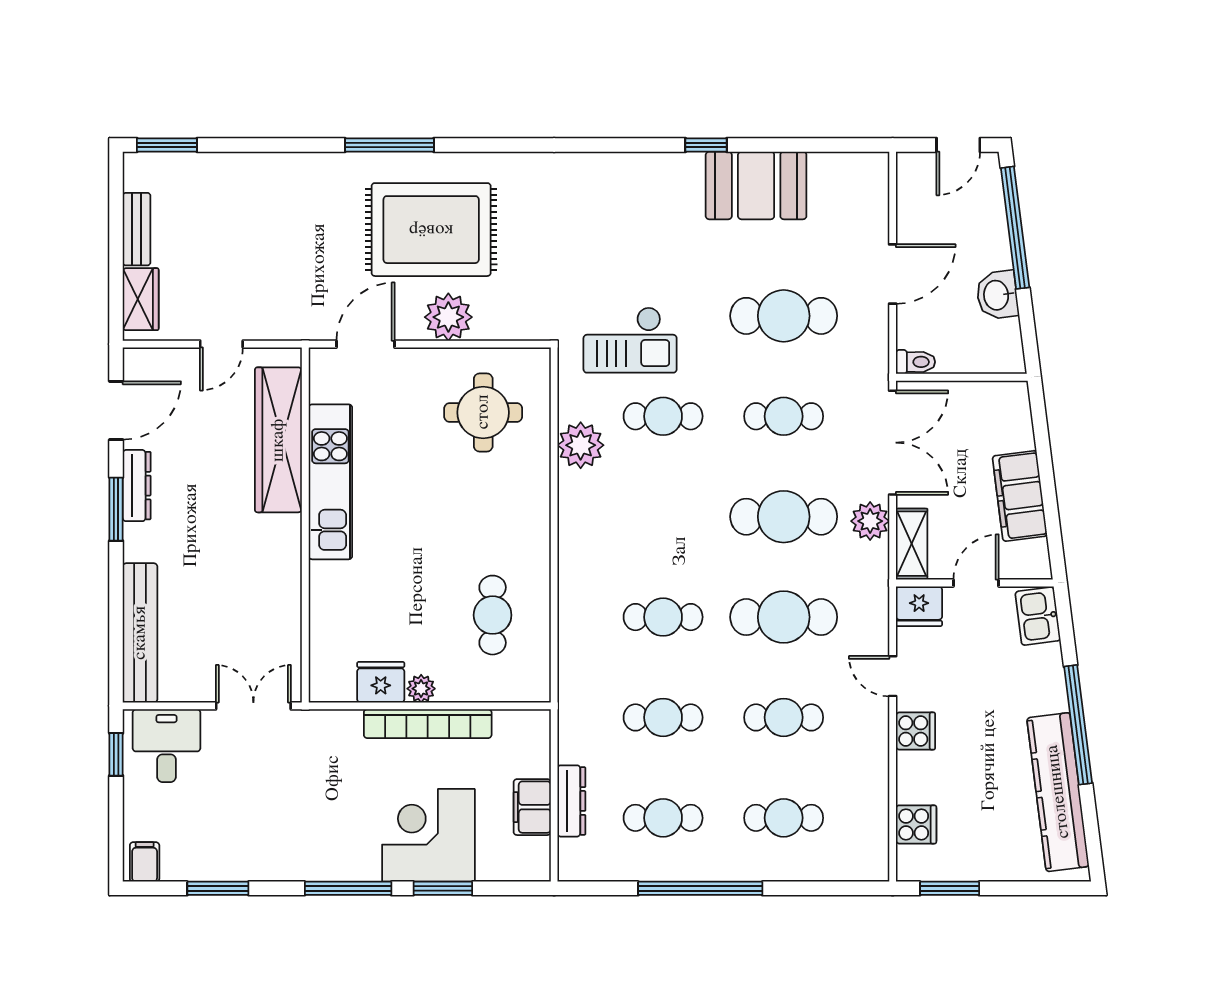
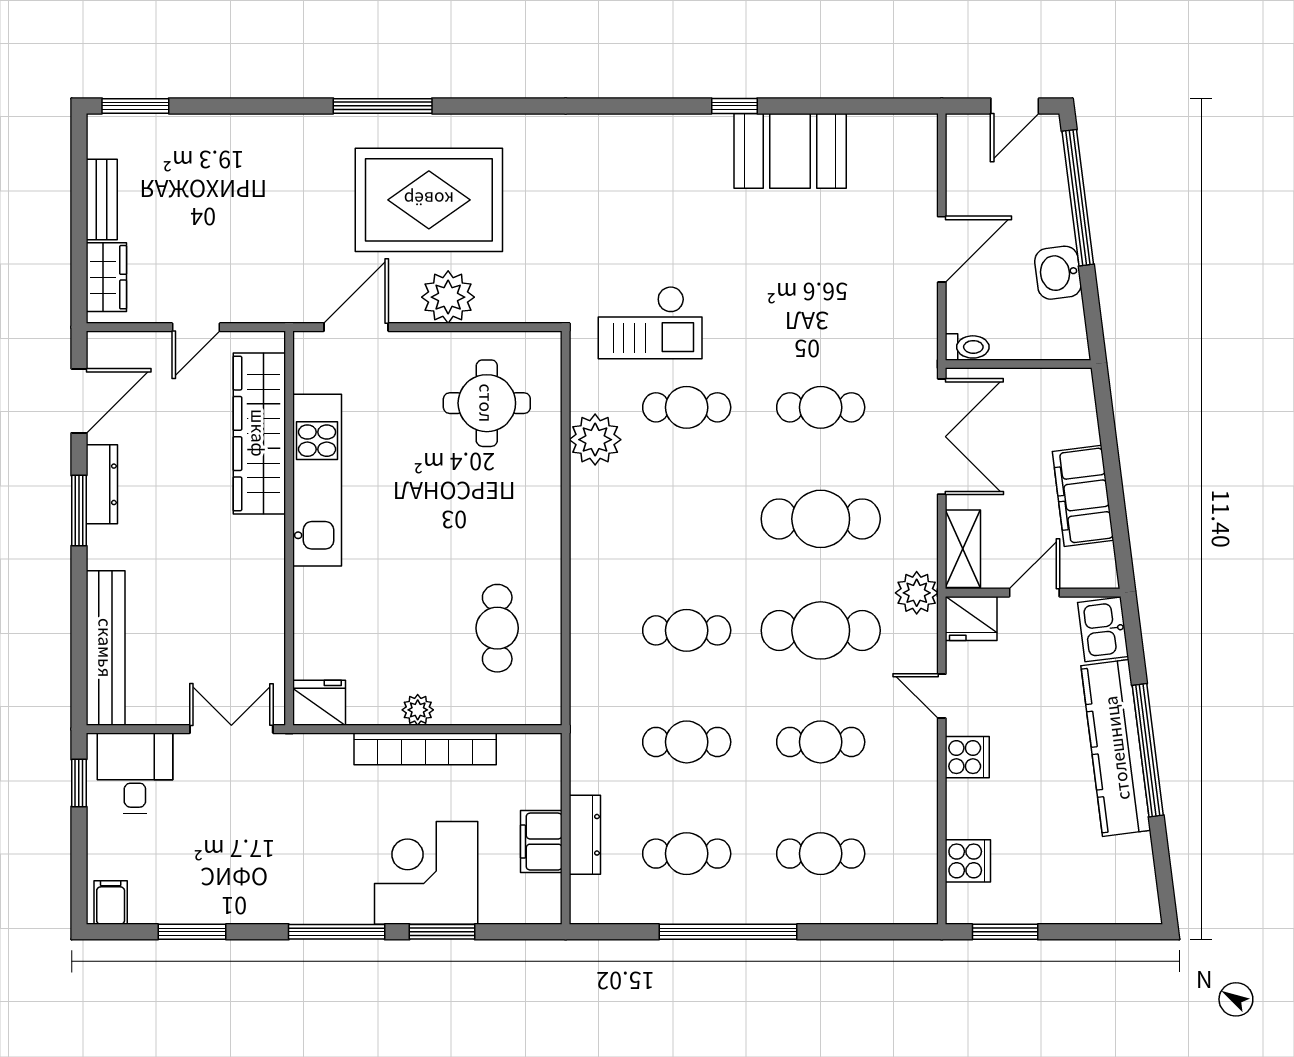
cafe table: (784, 316) -> (821, 296), removed
plant: (870, 521) -> (917, 593), moved
fridge: (381, 682) -> (319, 703), moved
kitchen counter: (1058, 792) -> (1116, 748), moved

